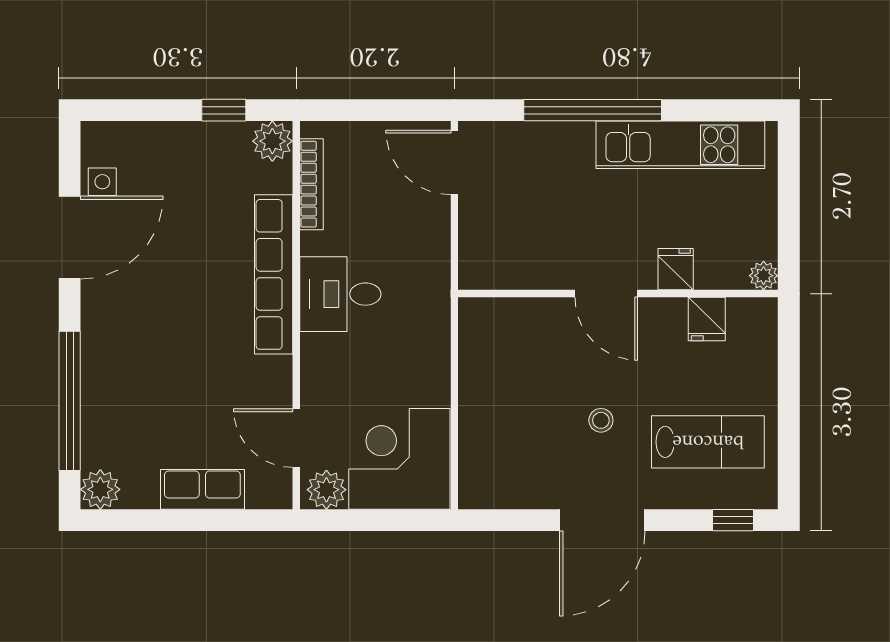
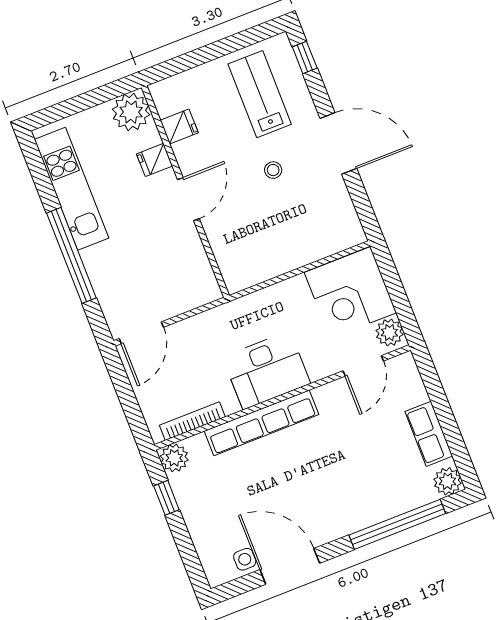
plant: (764, 276) -> (131, 112), width x1.88, depth x1.88
desk: (340, 294) -> (266, 370), width x1.37
row of seats: (202, 489) -> (429, 434), moved

